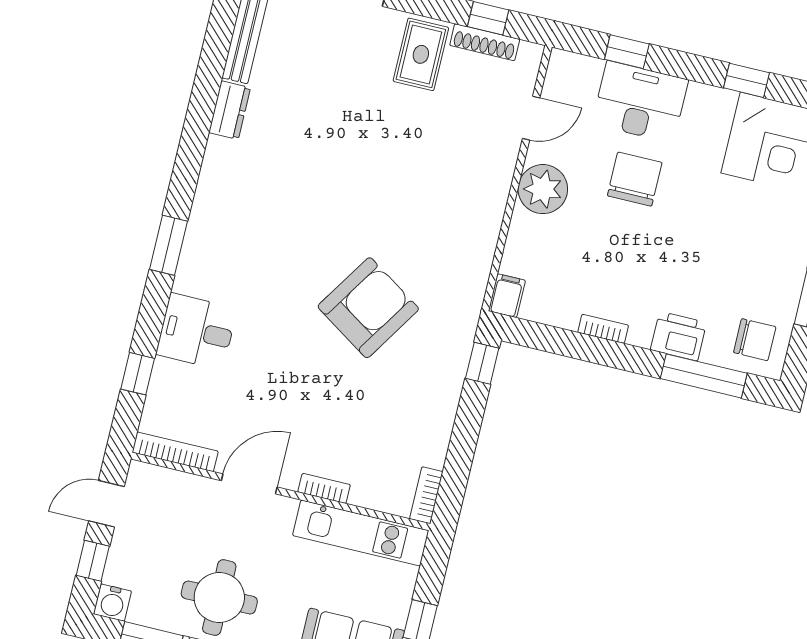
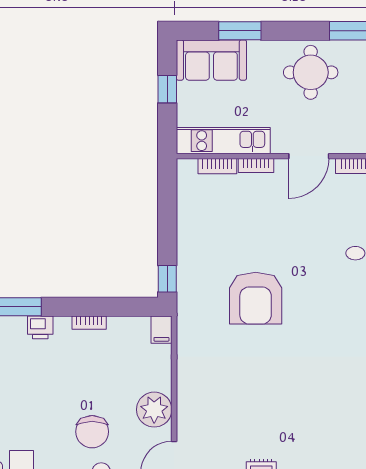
armchair: (368, 308) -> (256, 298), turned -33
printer: (679, 336) -> (40, 327), width x0.73, depth x0.81
bookcase: (426, 495) -> (217, 166), moved, turned 90

